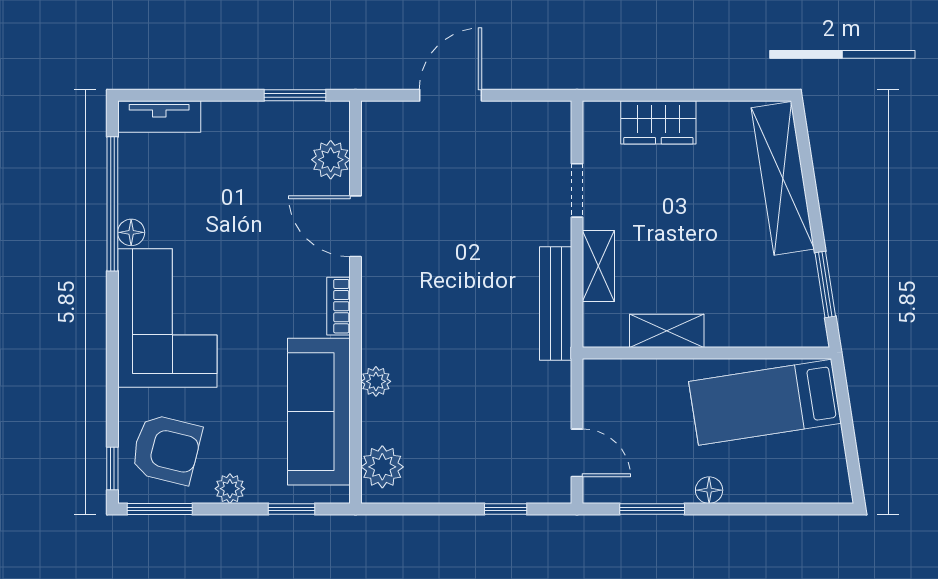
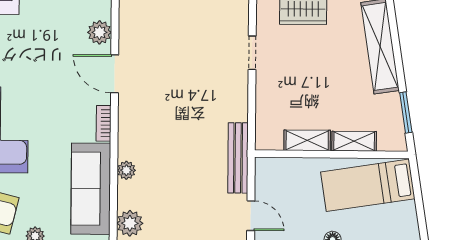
shelving: (598, 266) -> (354, 141), moved, turned 90
bench: (556, 303) -> (238, 158), moved

